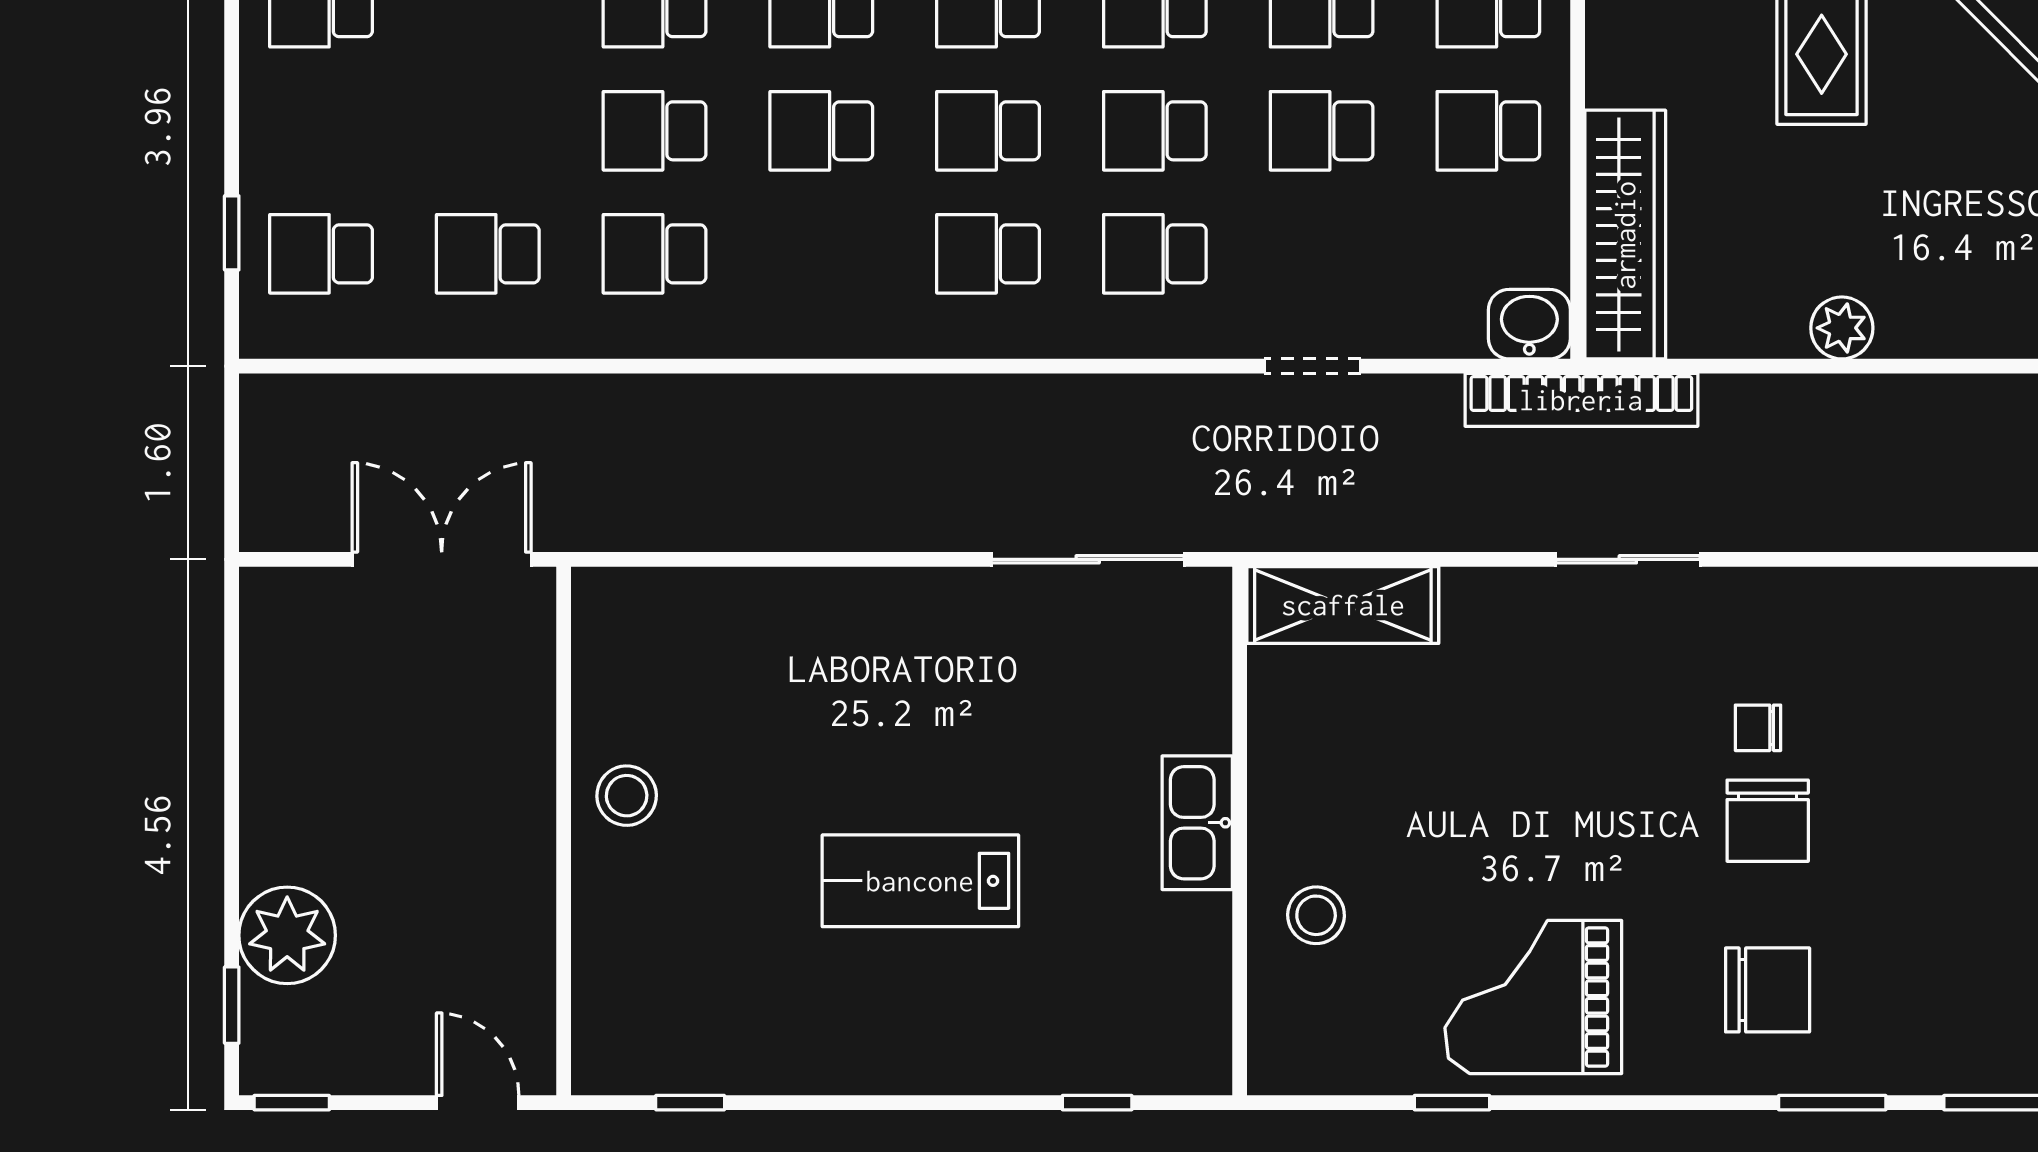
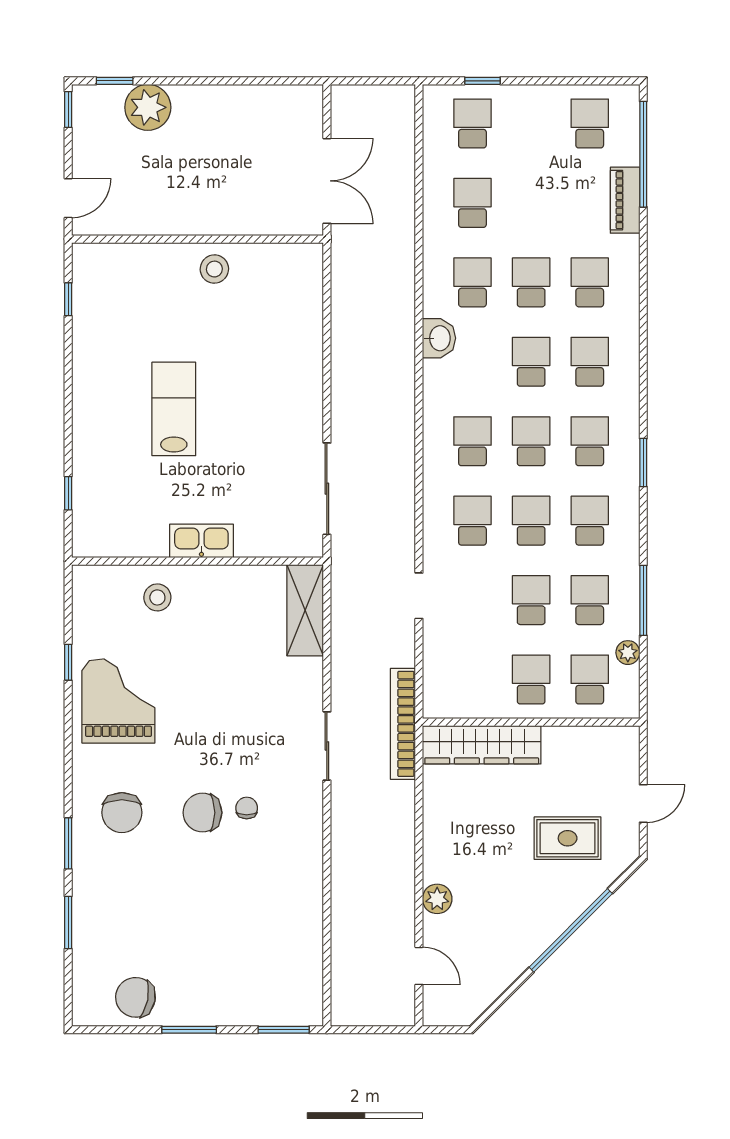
washbasin: (1529, 324) -> (439, 338), moved
plant: (1842, 328) -> (437, 899), moved

